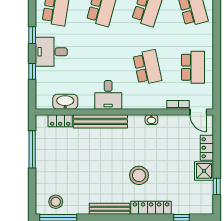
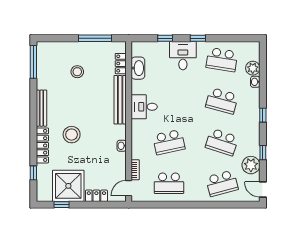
shower: (204, 171) -> (68, 186), width x1.86, depth x1.86
stool: (56, 202) -> (77, 72), moved

